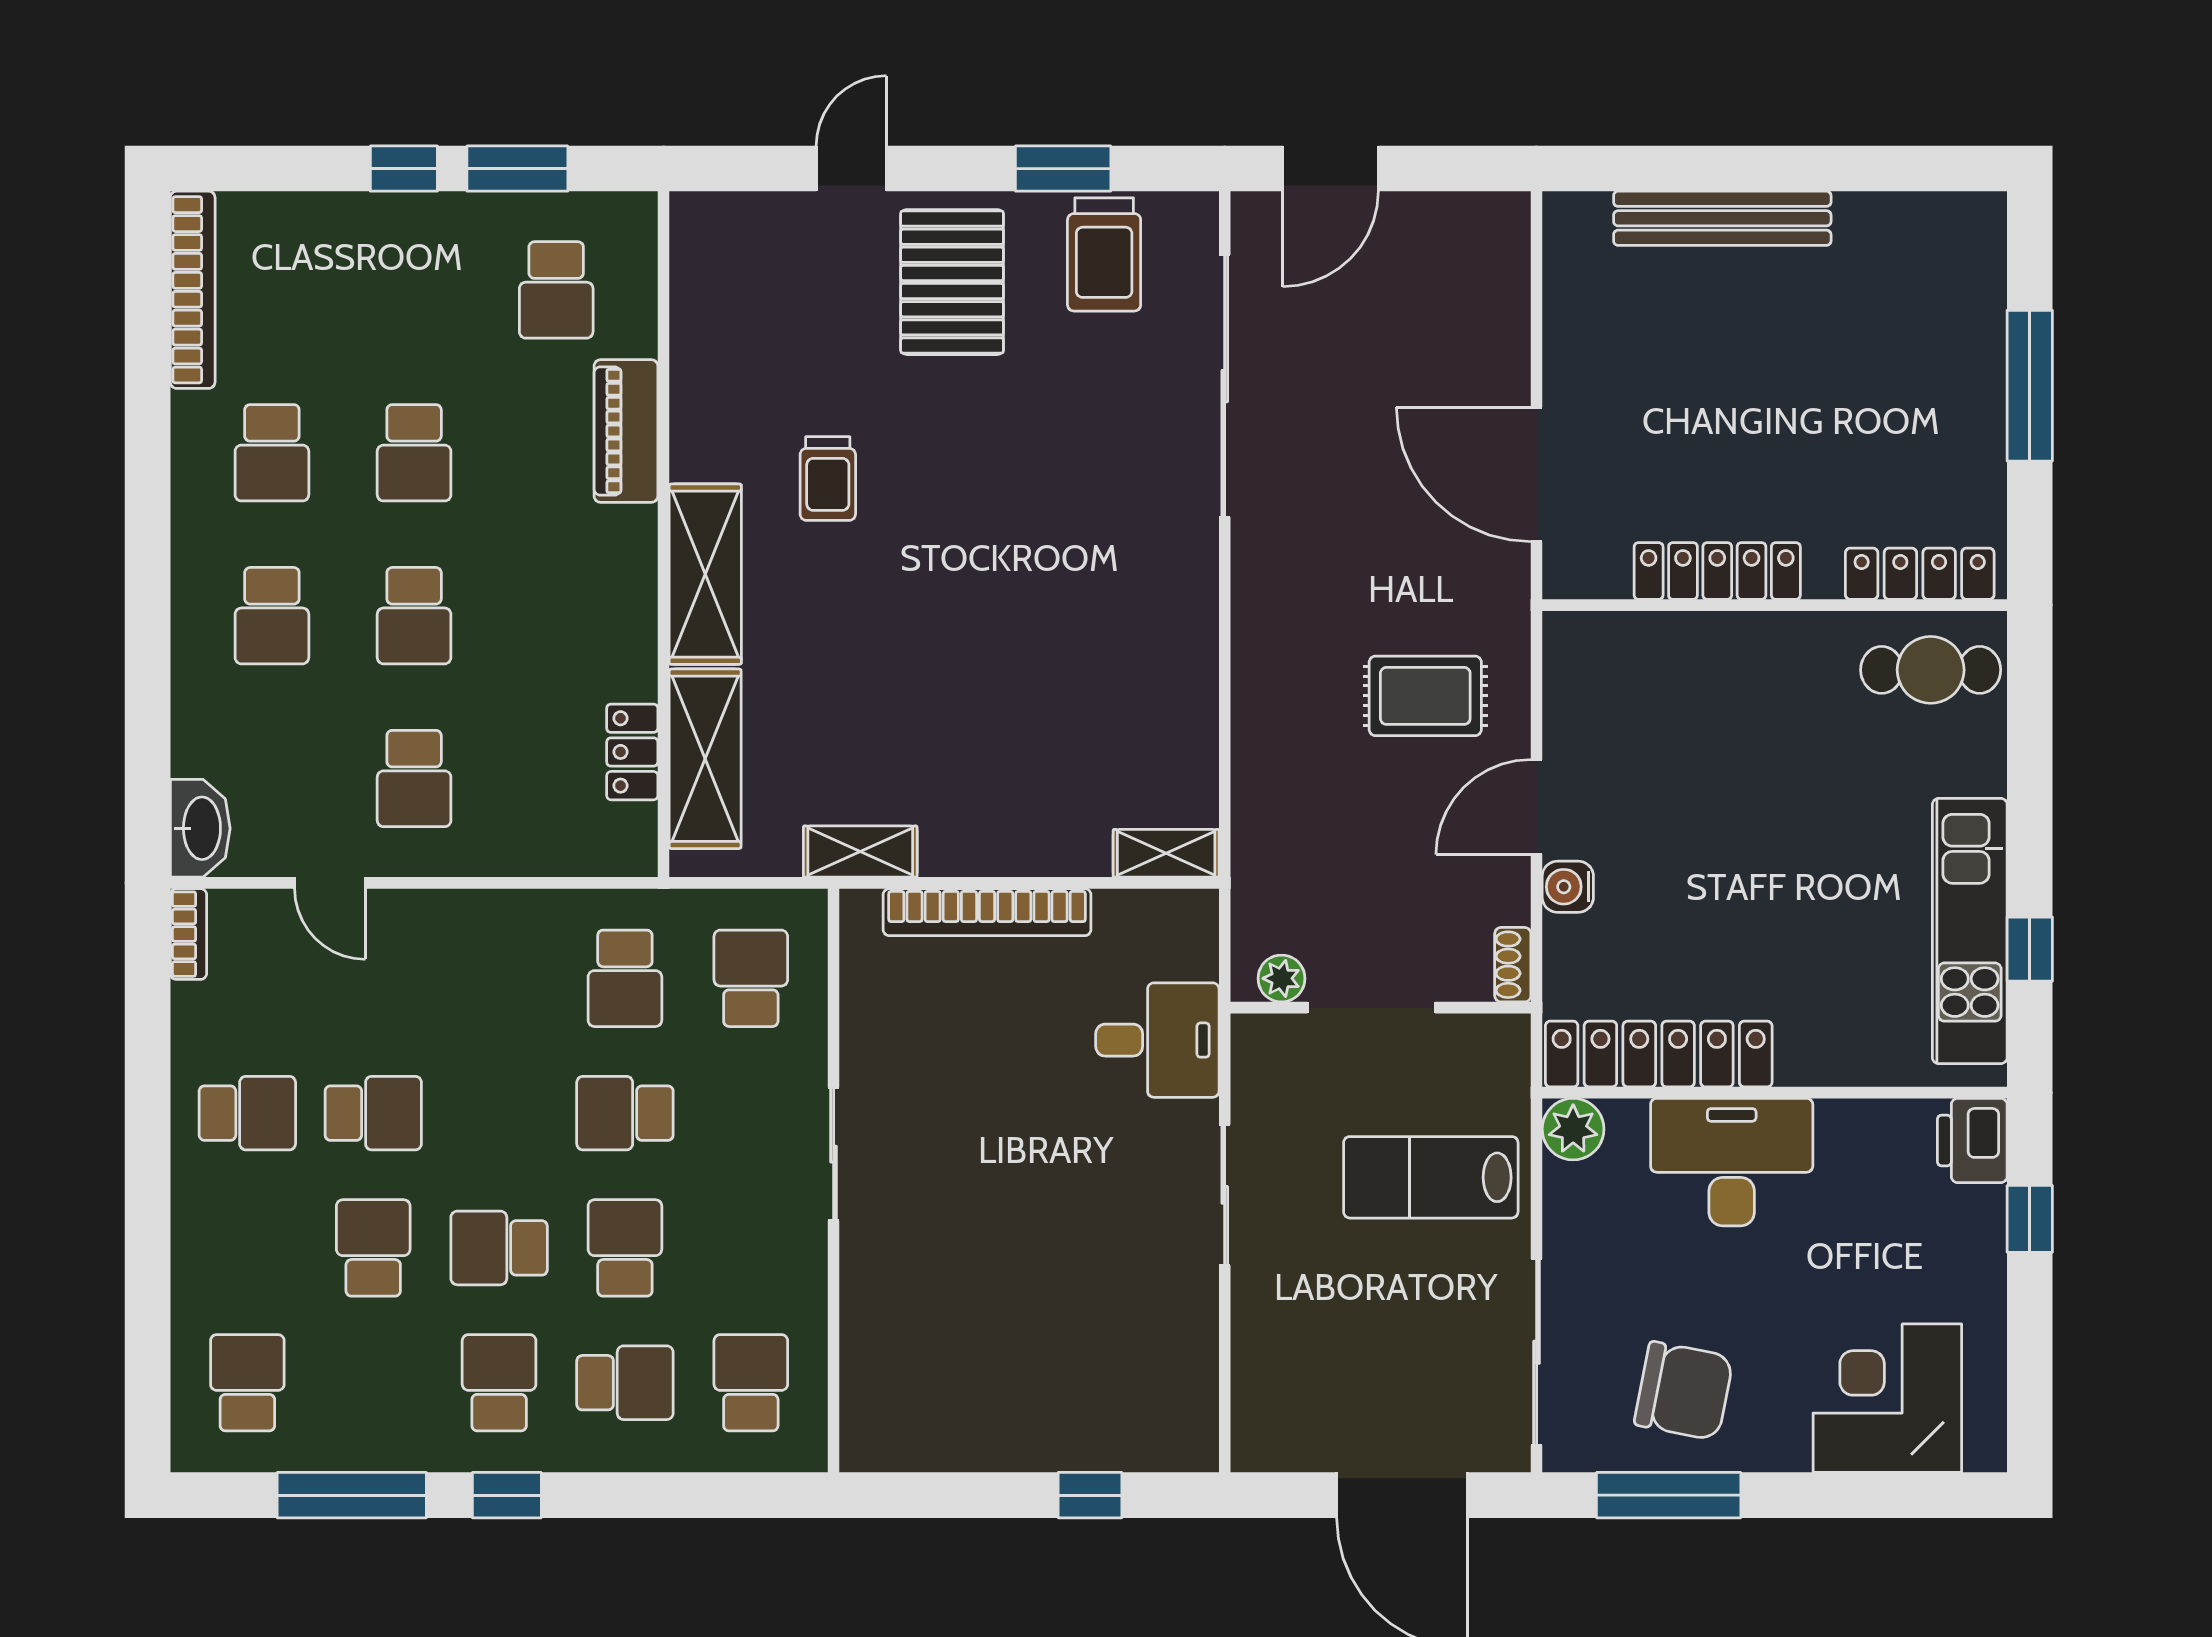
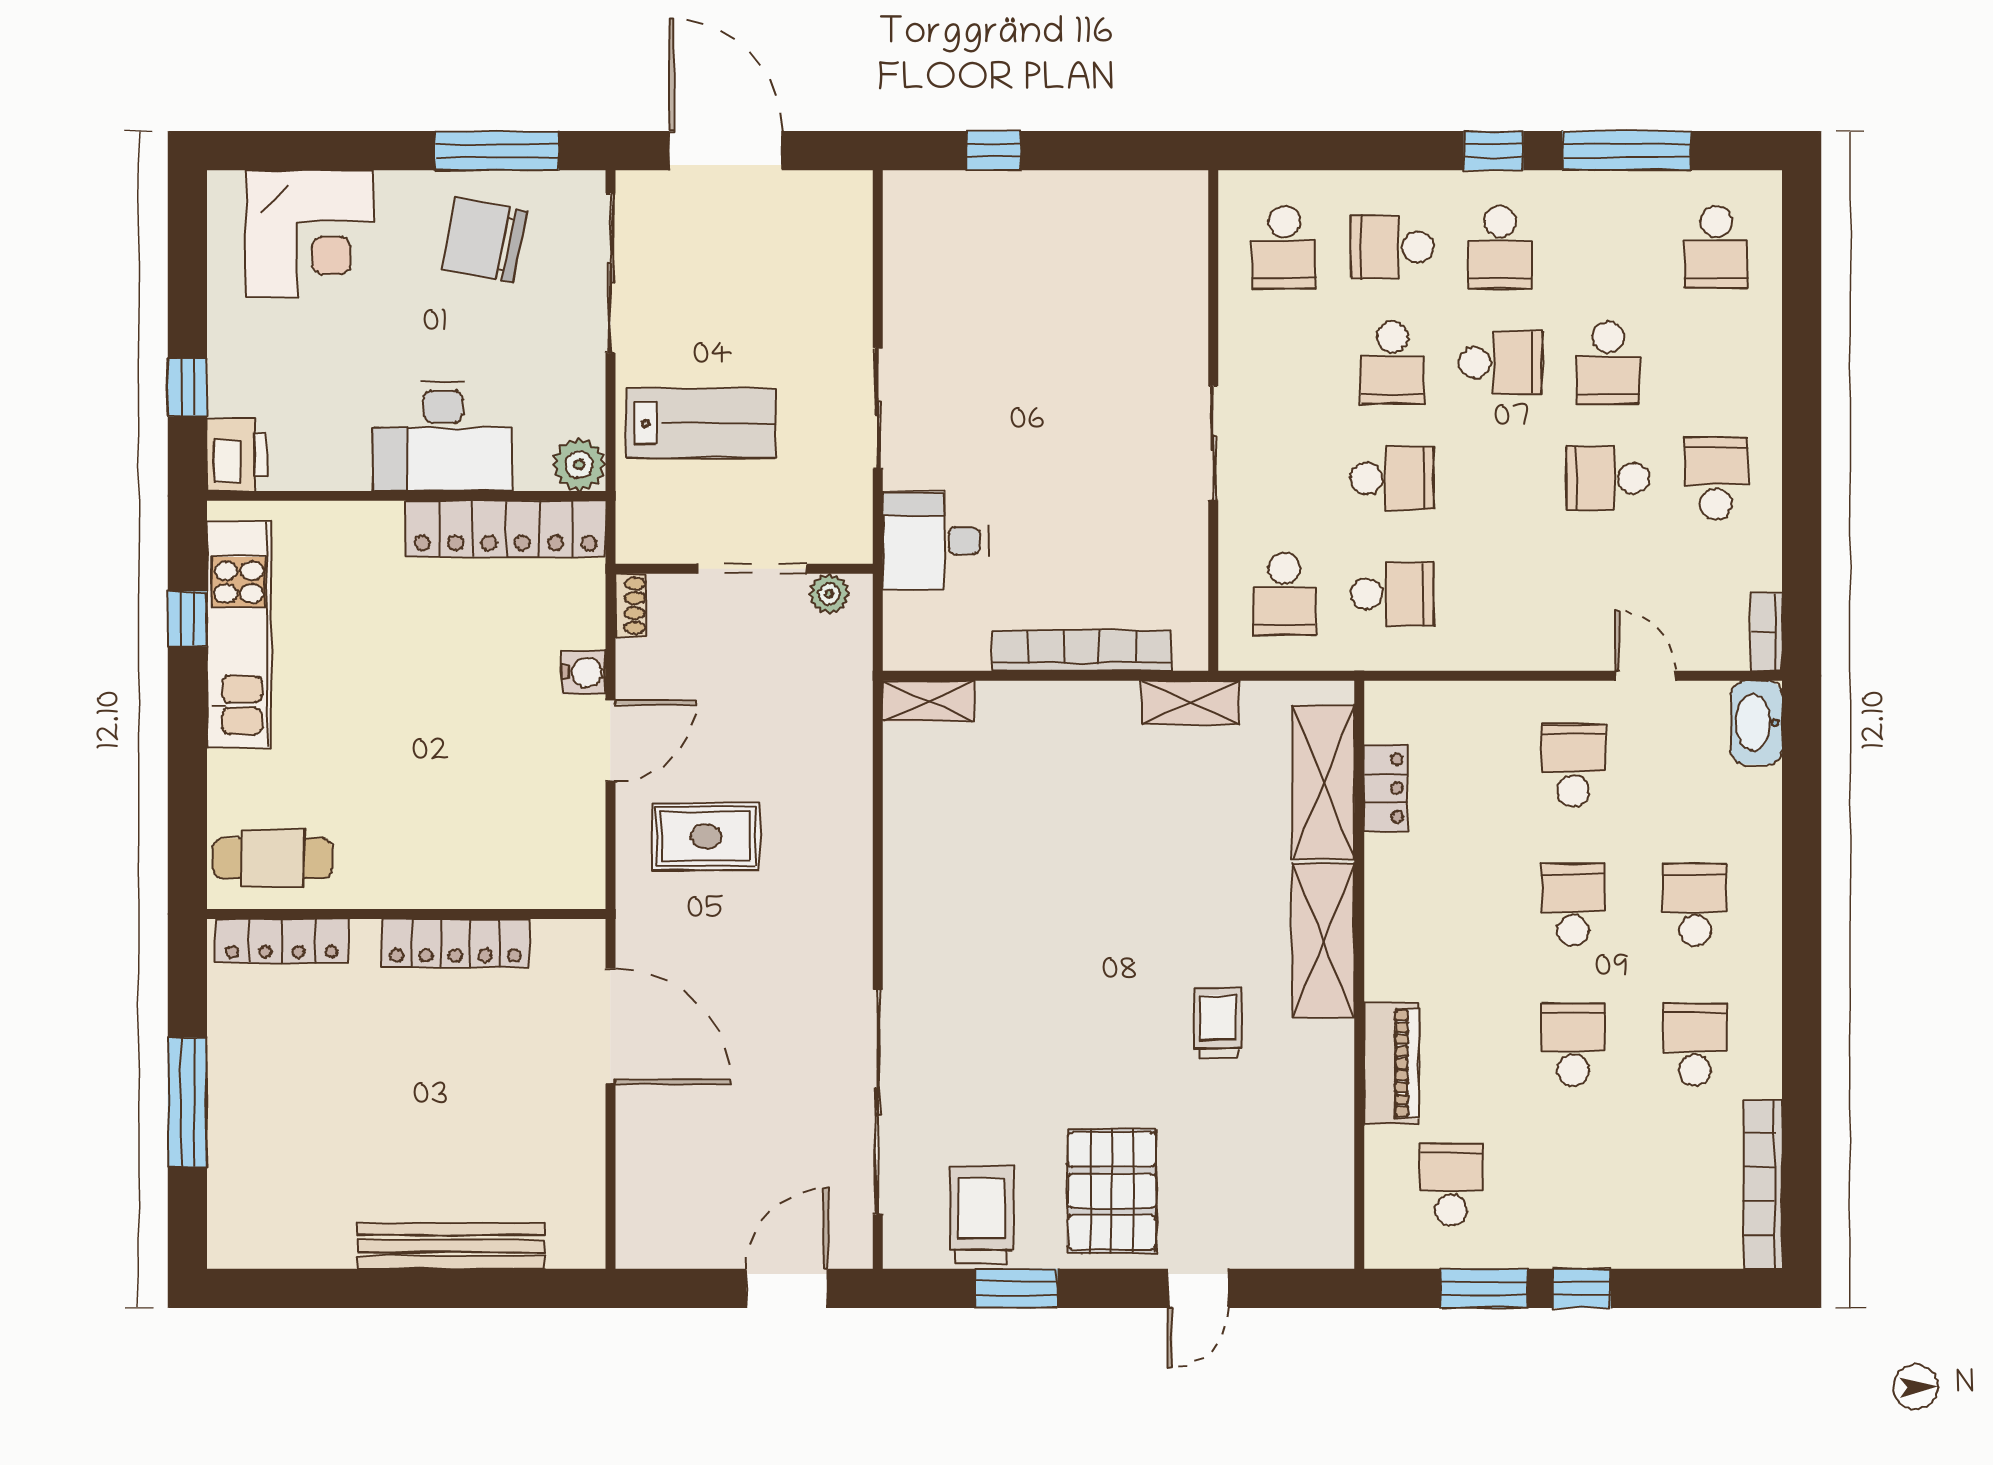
school desk: (625, 978) -> (1392, 594), turned 90
school desk: (247, 1113) -> (1716, 478), turned 90

